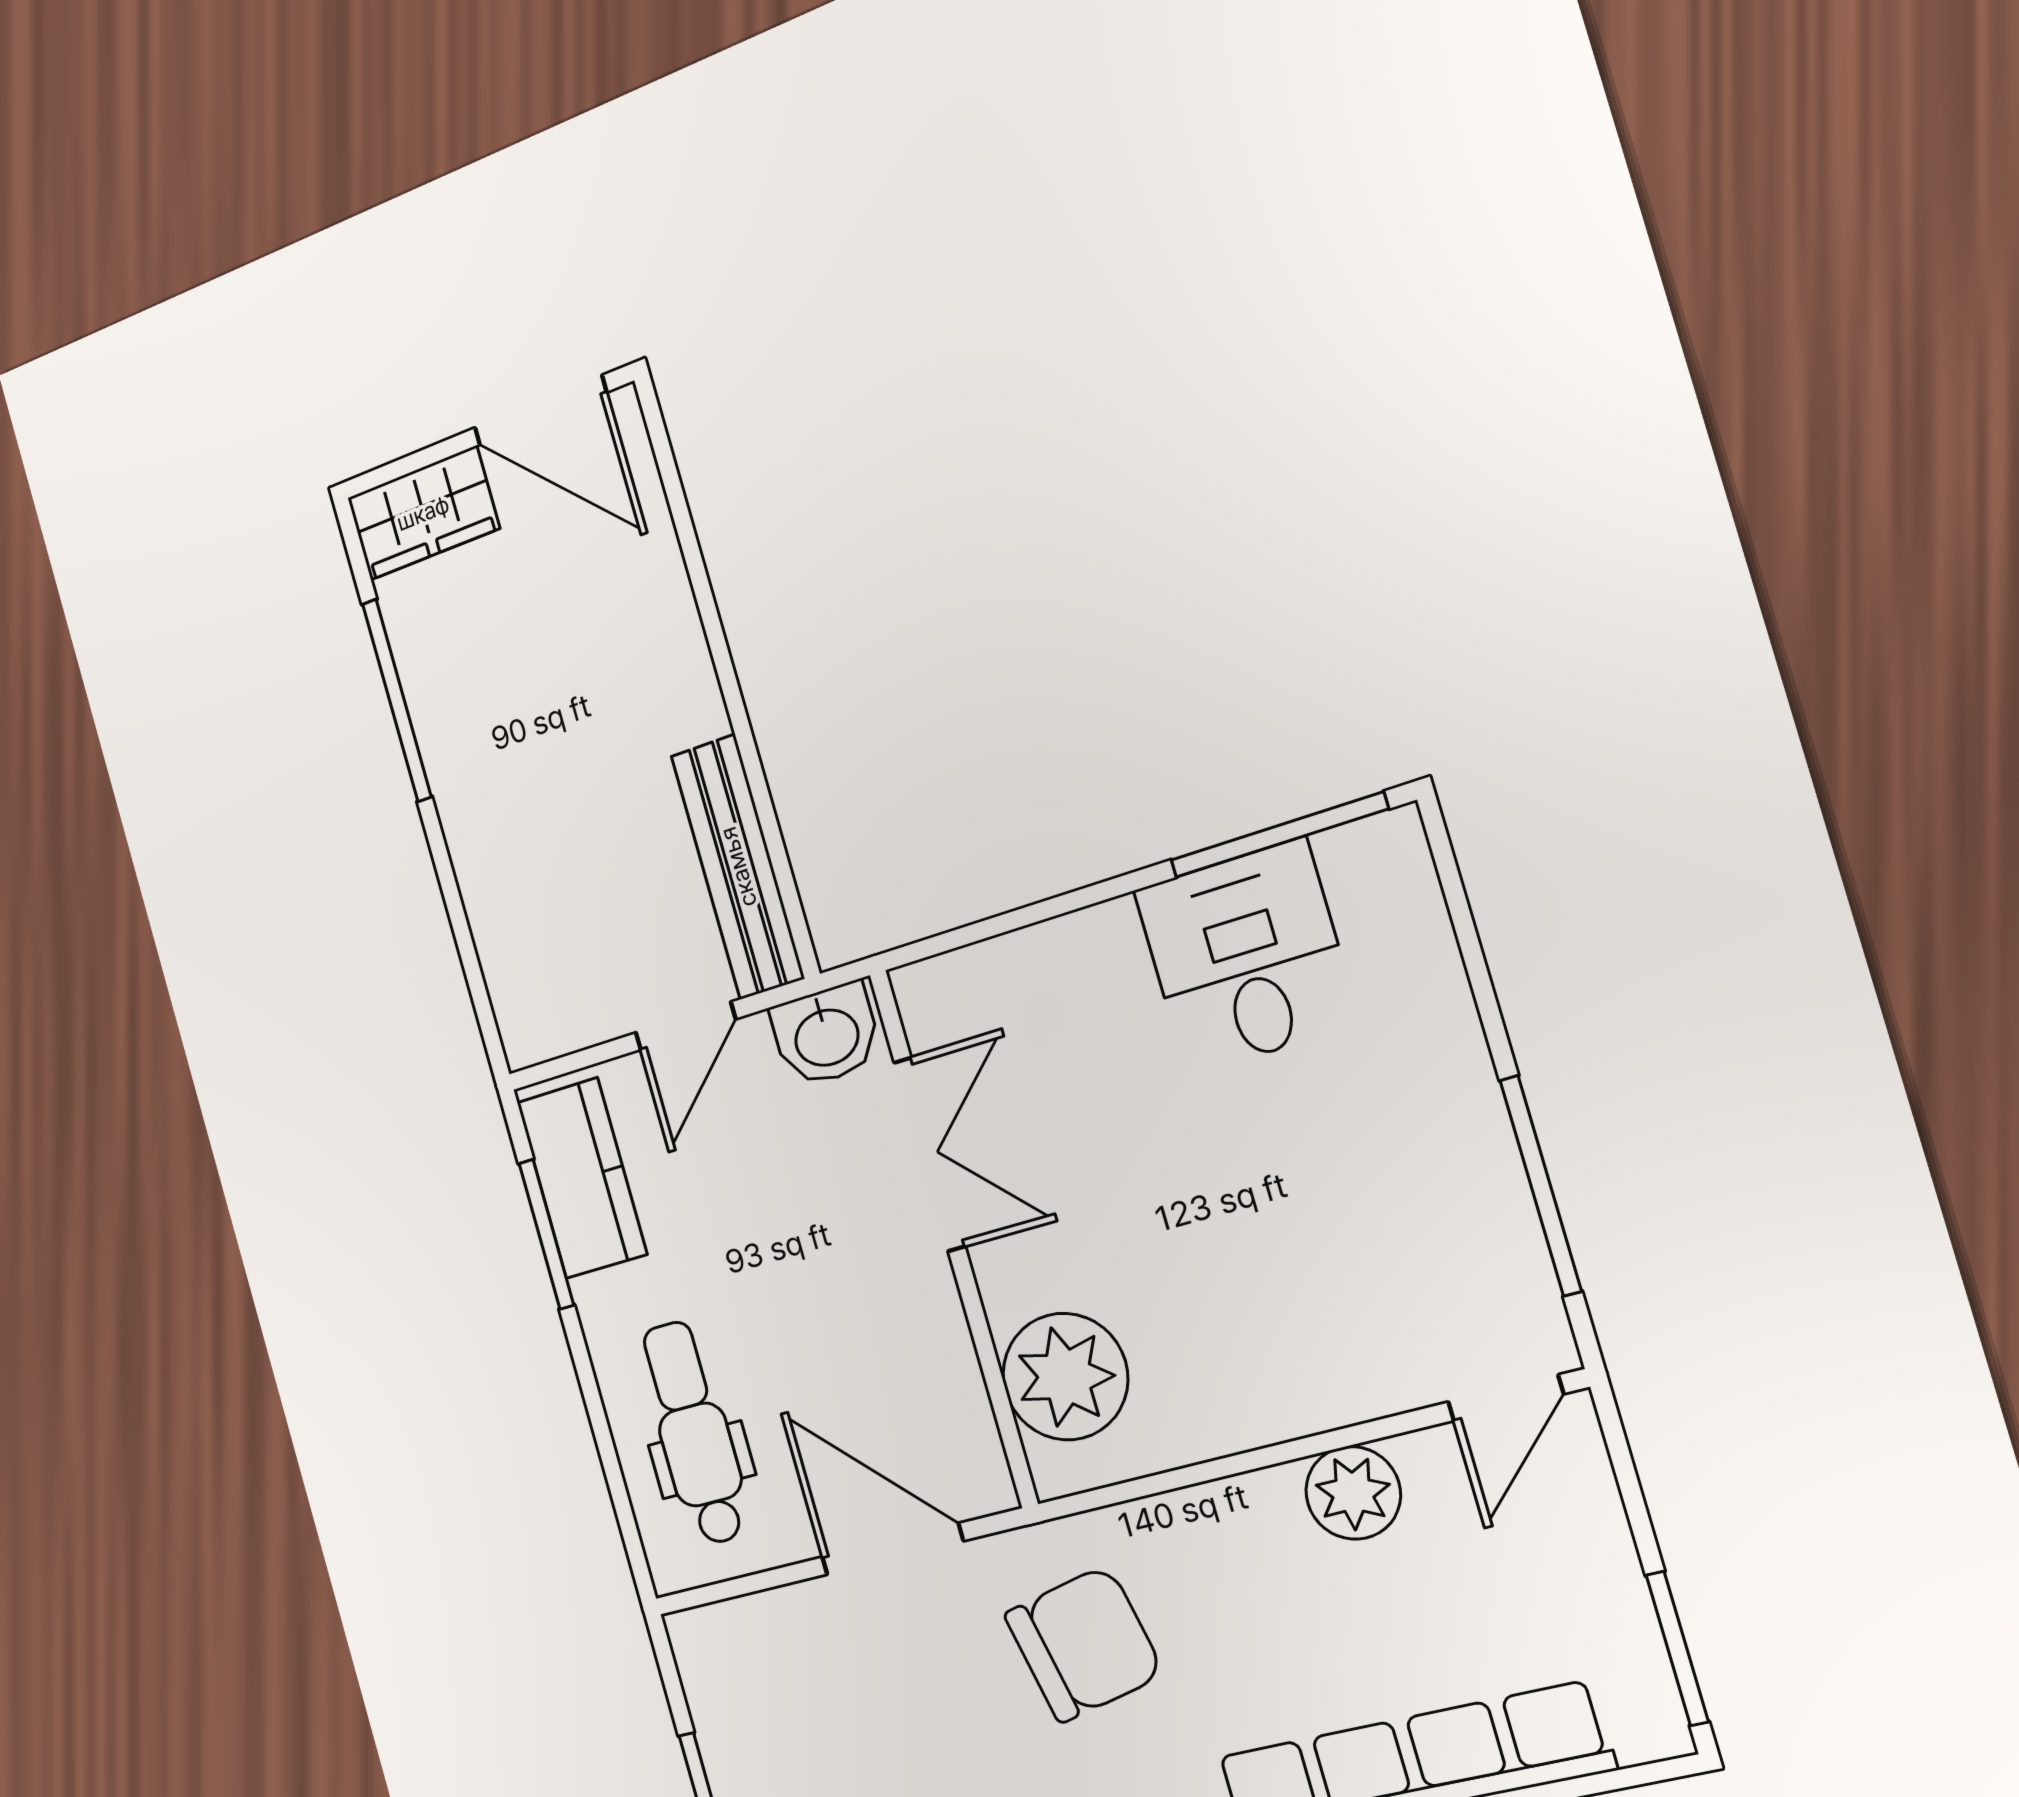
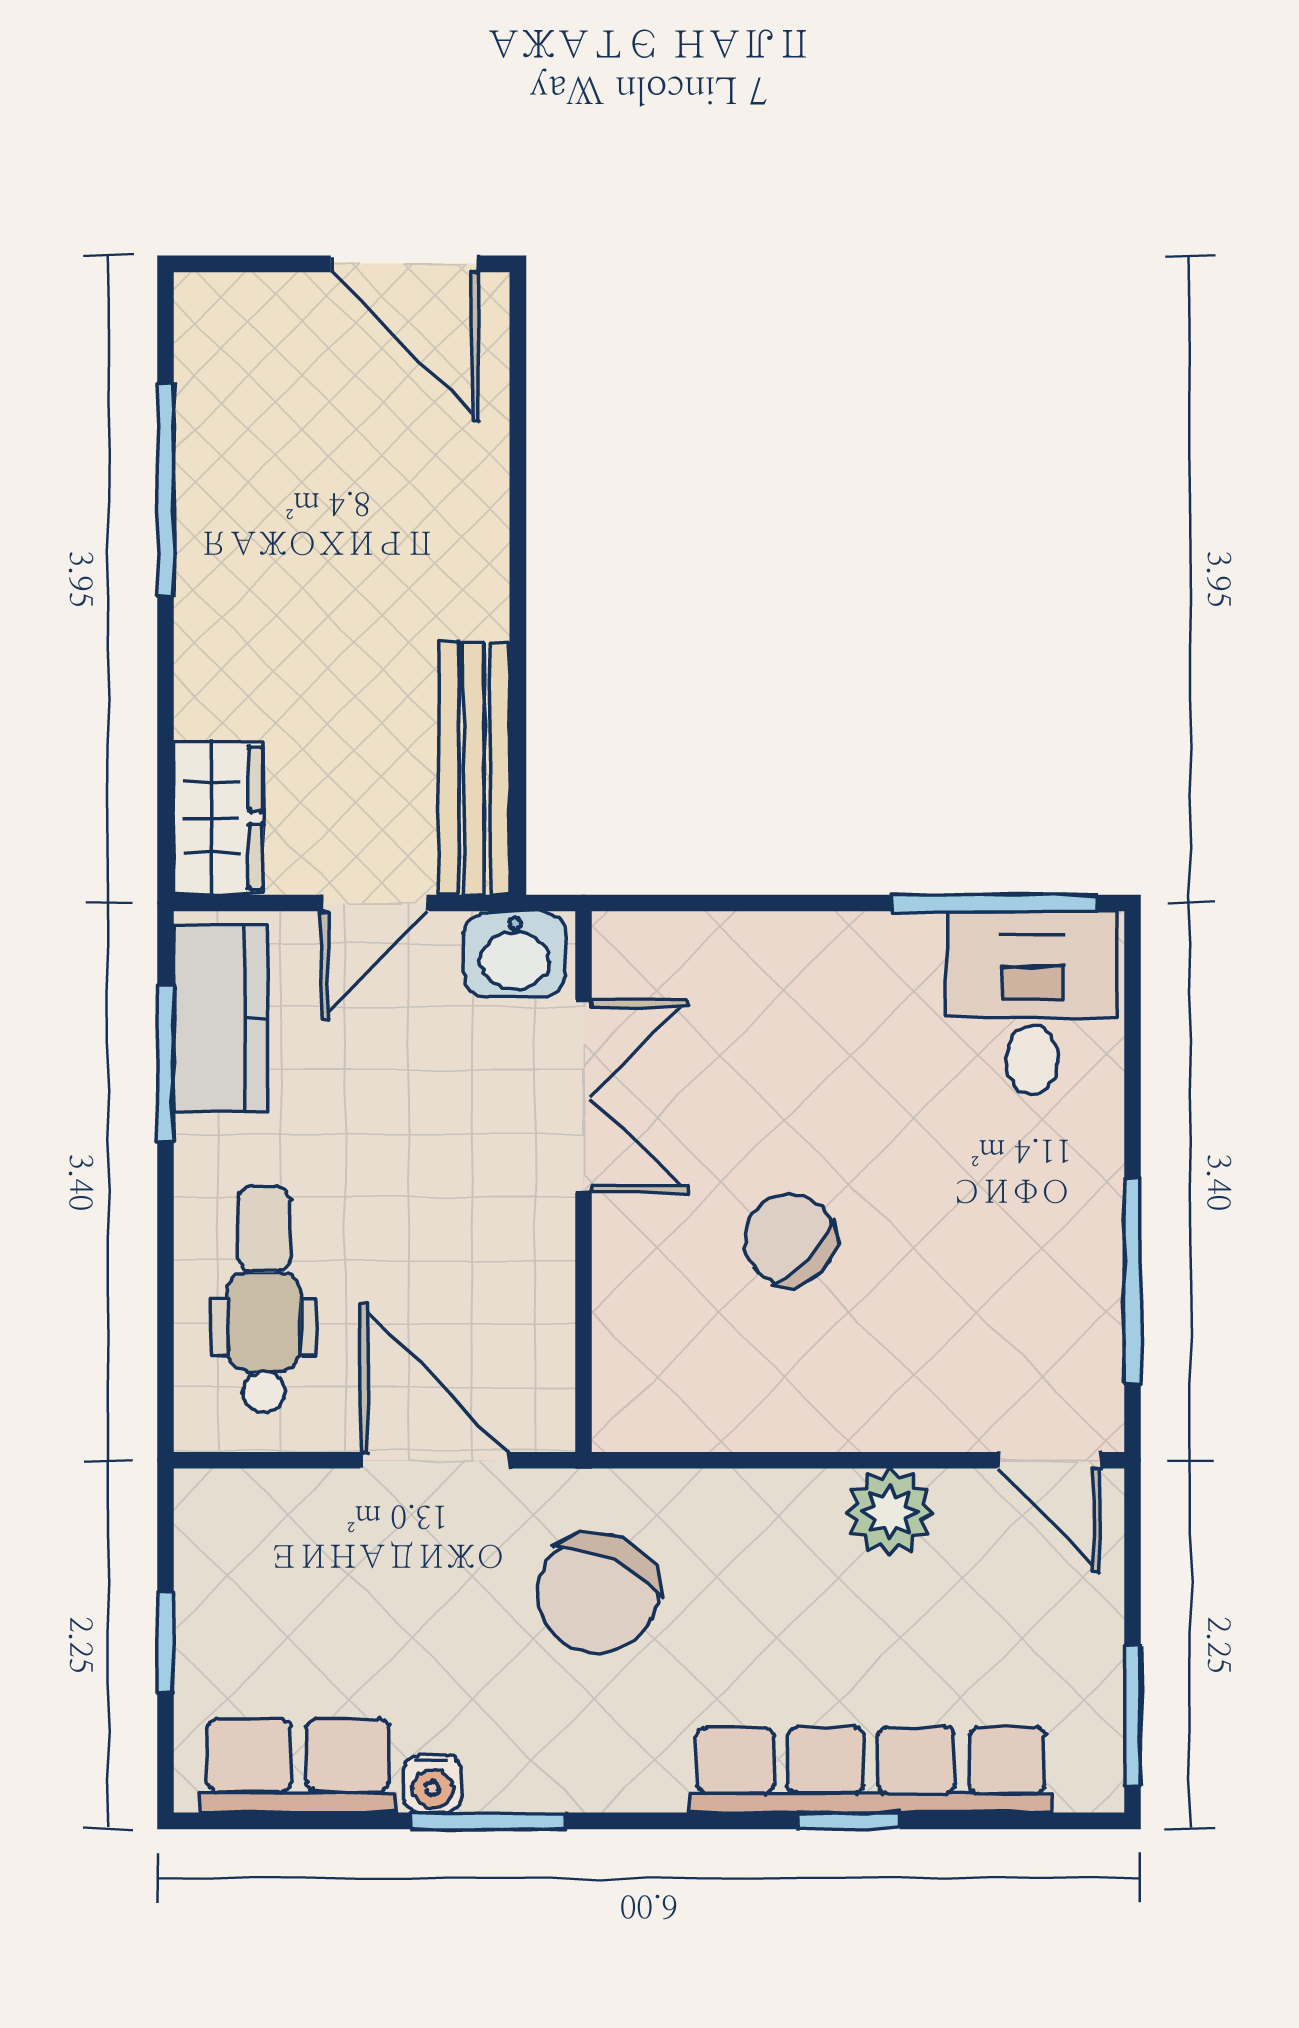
wardrobe: (423, 513) -> (218, 818), moved, turned -90
desk: (1246, 957) -> (1032, 1003), moved
chair: (1170, 1240) -> (790, 1240), added
plant: (1065, 1377) -> (653, 1339), removed
door: (1506, 1398) -> (1049, 1460), hinge flipped
chair: (1084, 1644) -> (597, 1593), turned 127

